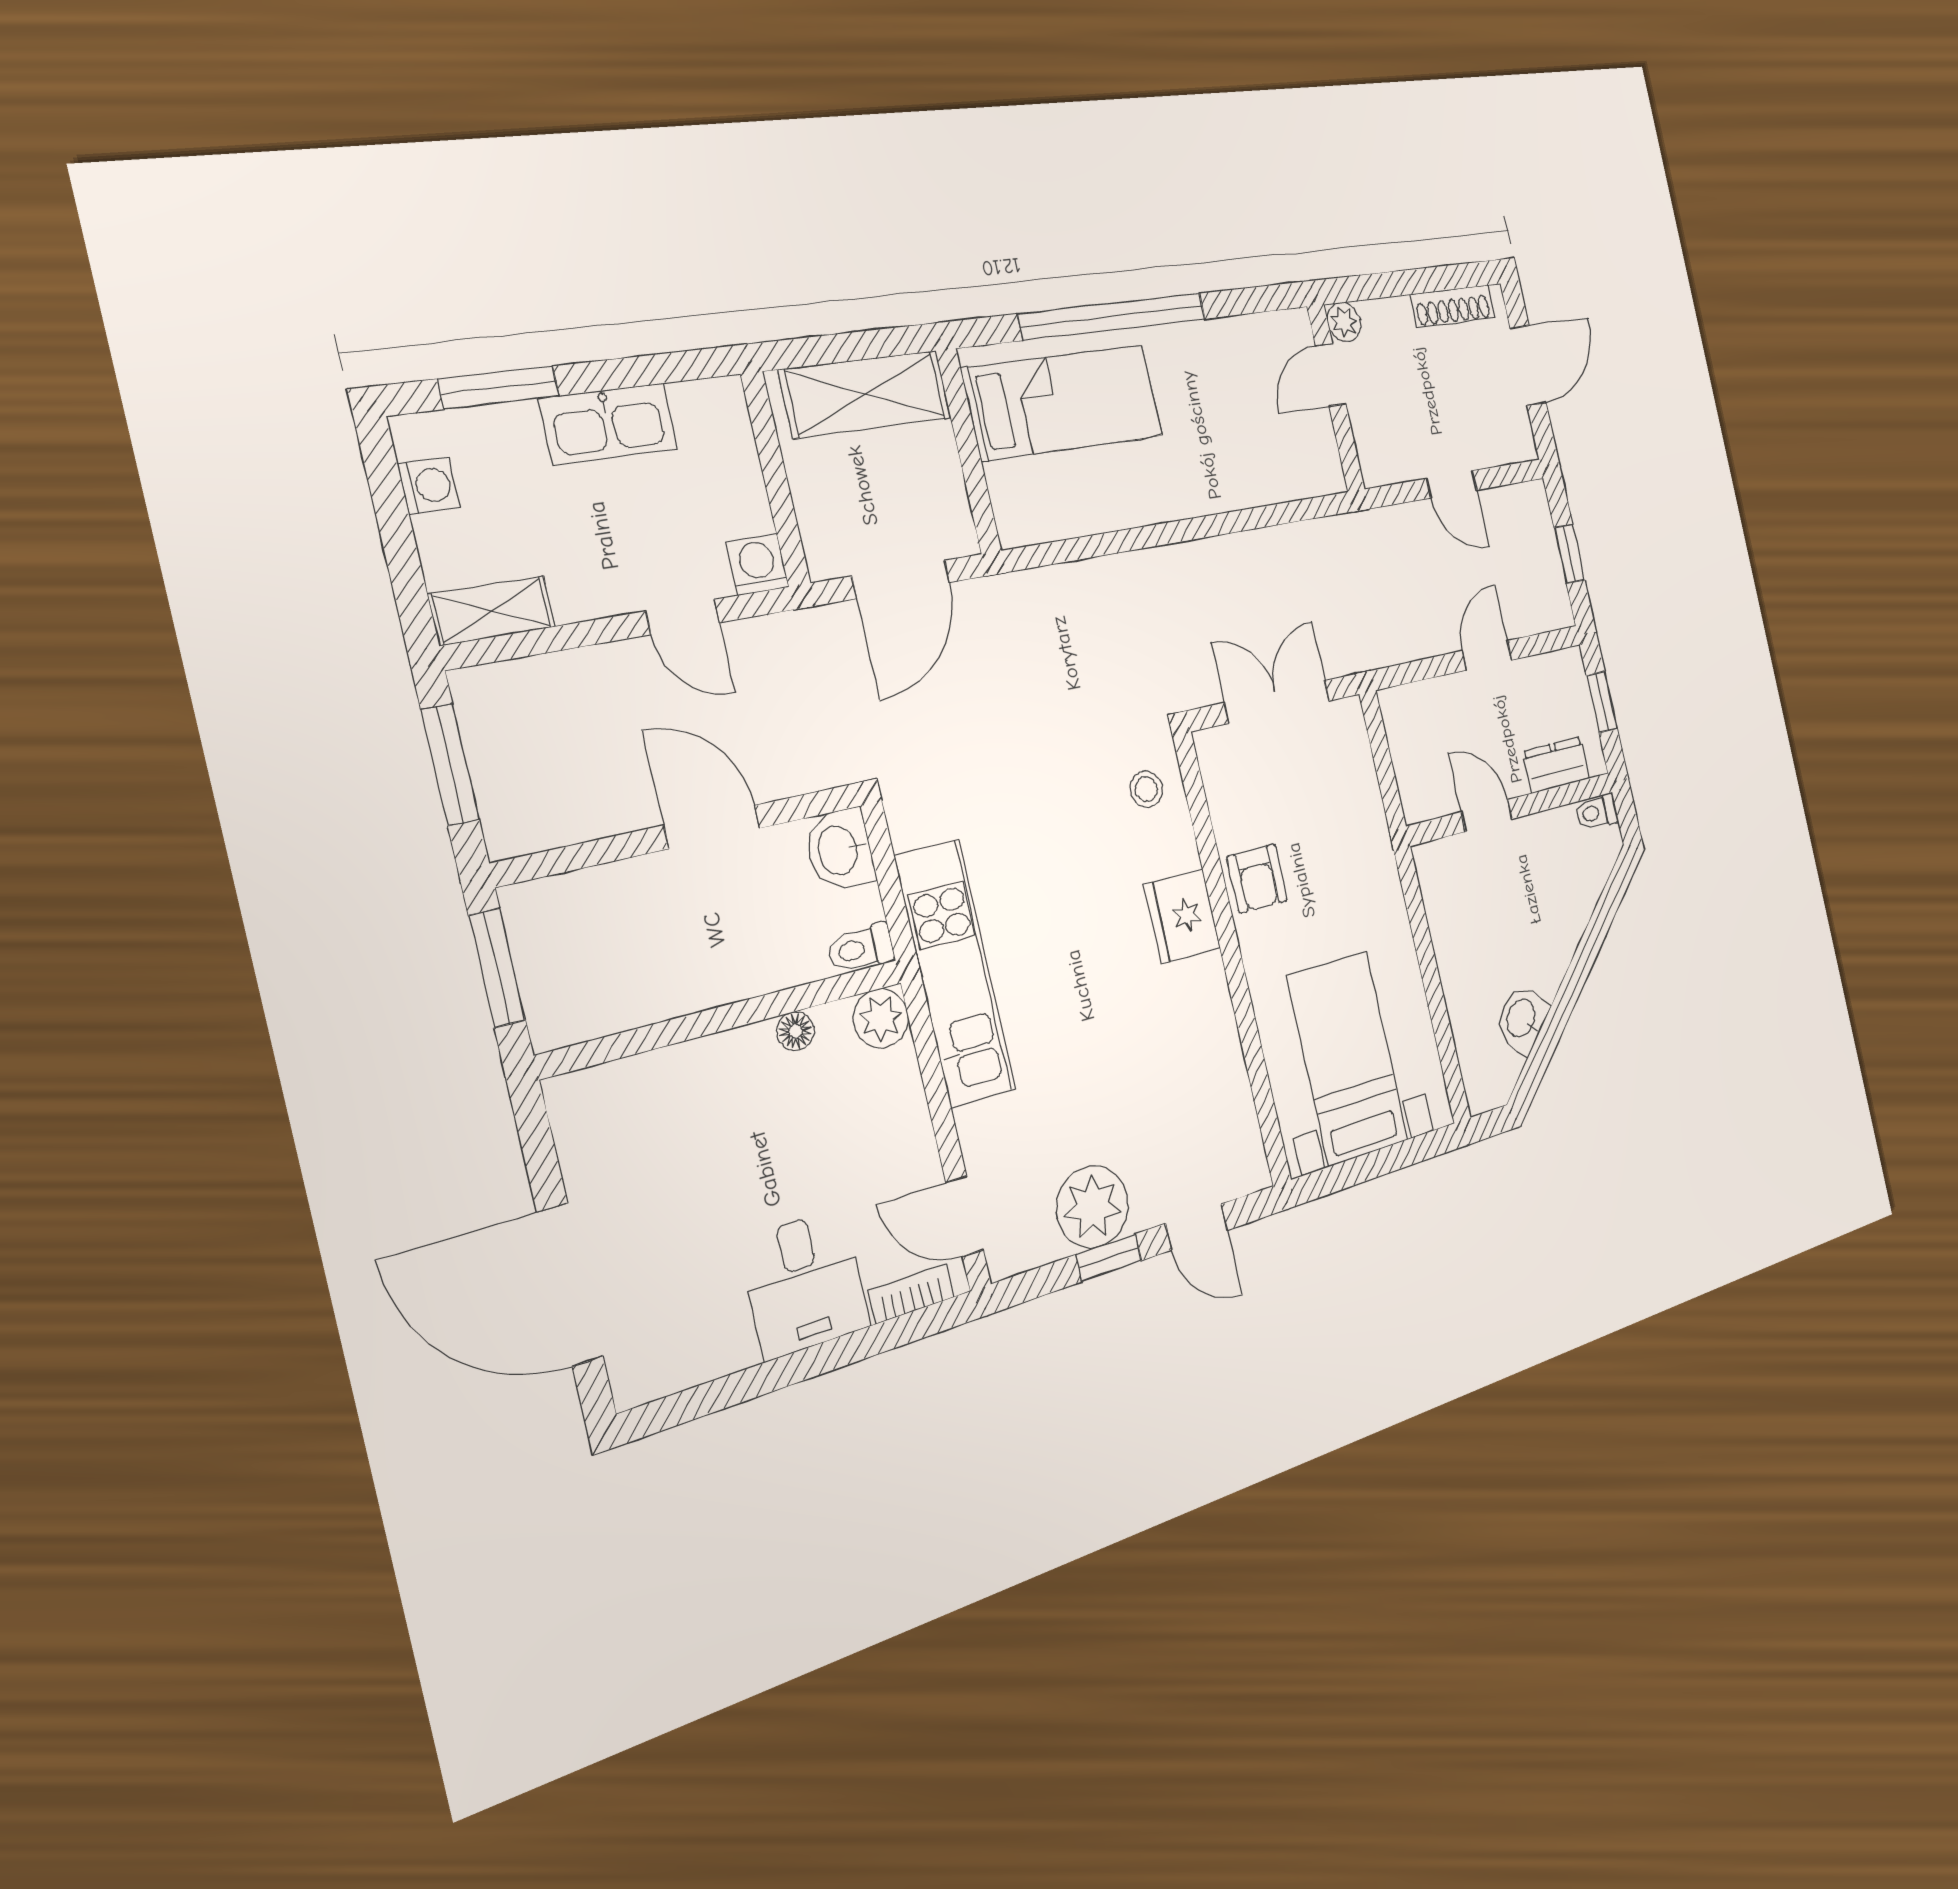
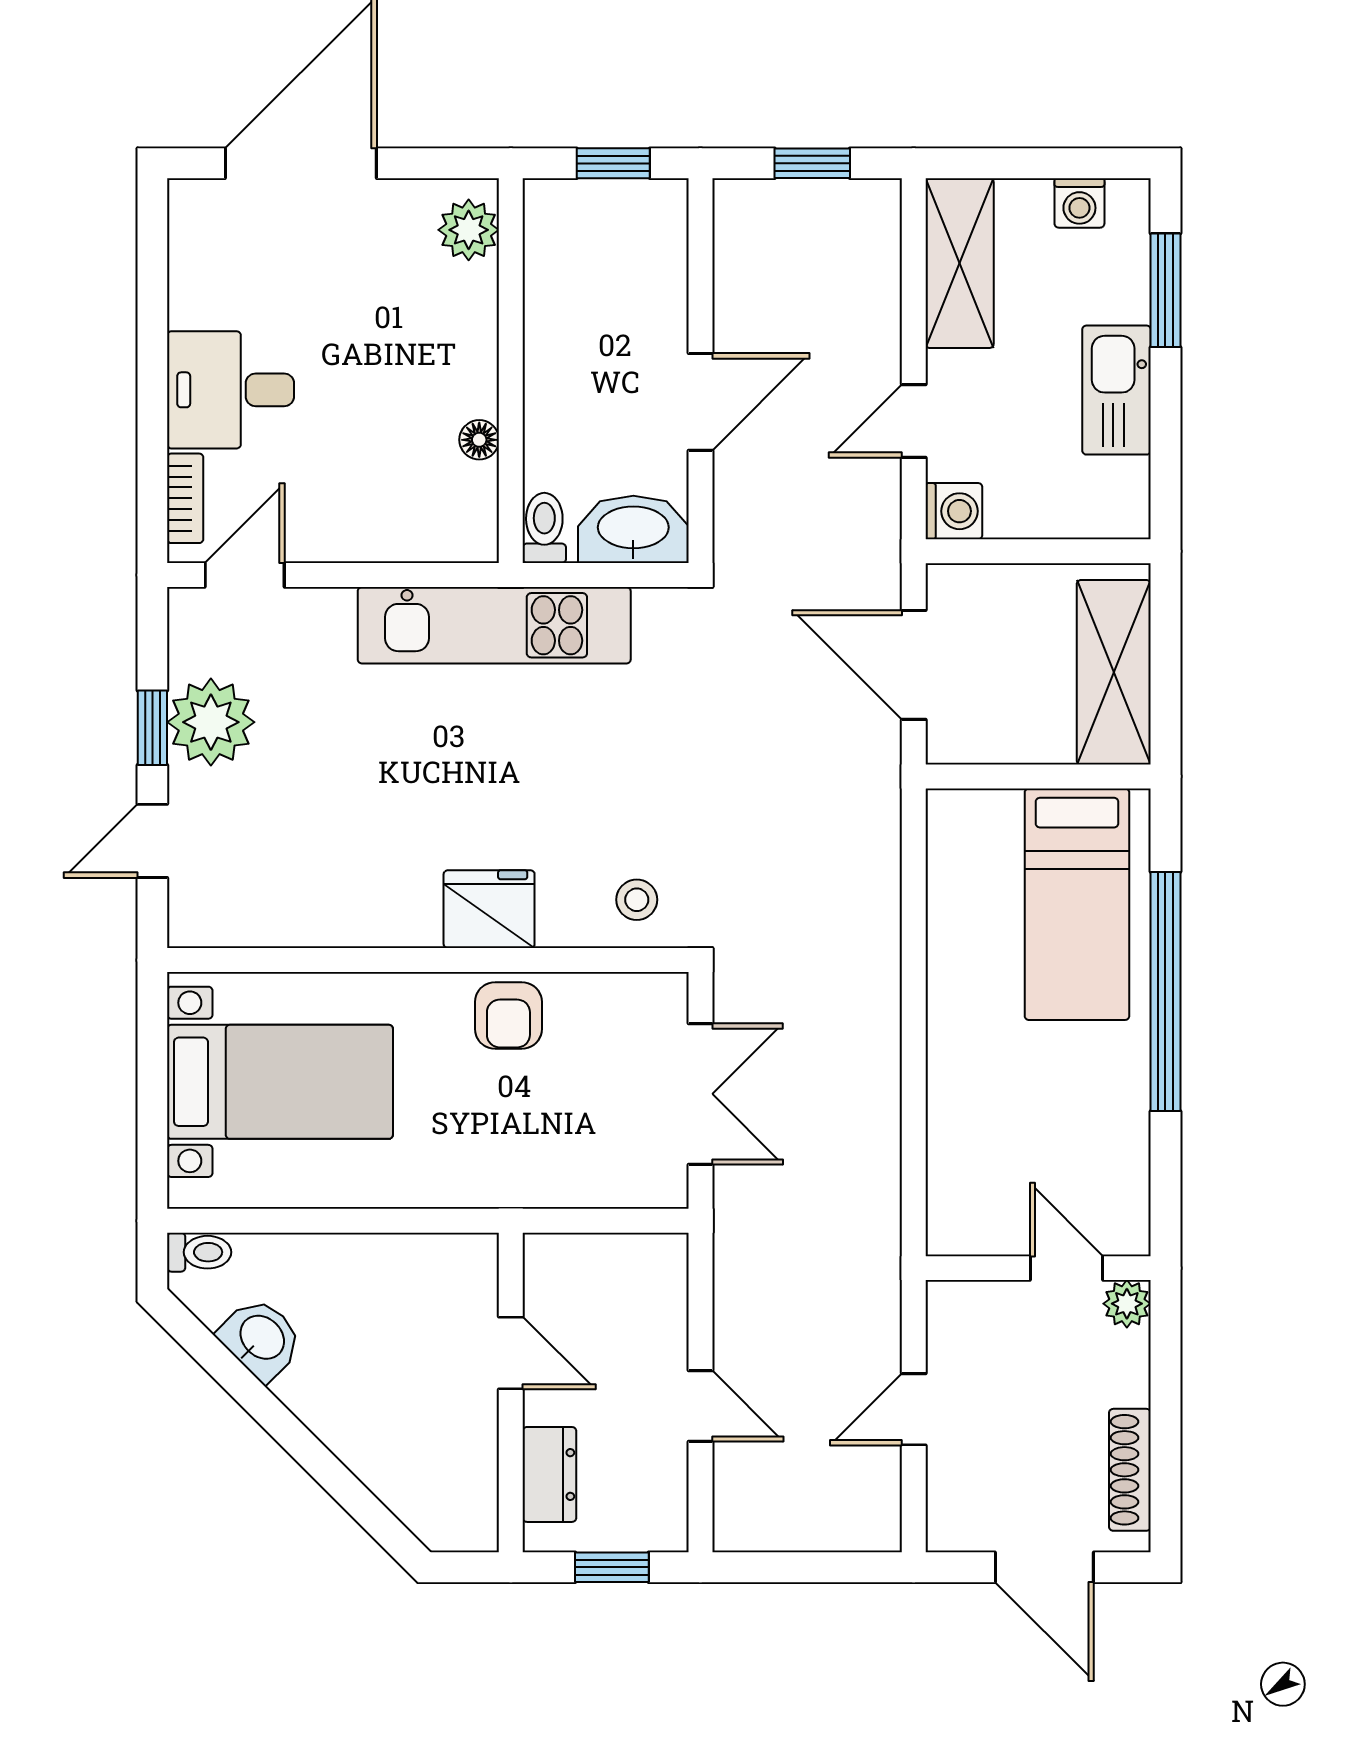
window: (1569, 554) -> (803, 1567), removed
shelving: (492, 611) -> (960, 263), width x1.50, depth x1.33
window: (450, 765) -> (812, 163), width x0.67
toilet: (1596, 812) -> (199, 1252), moved, turned 90
door: (1487, 816) -> (511, 1353), hinge flipped
washbasin: (839, 850) -> (633, 529), width x1.38
armchair: (1257, 879) -> (508, 1015), turned -90
window: (497, 968) -> (613, 163), width x0.67
plant: (881, 1018) -> (469, 230), moved

